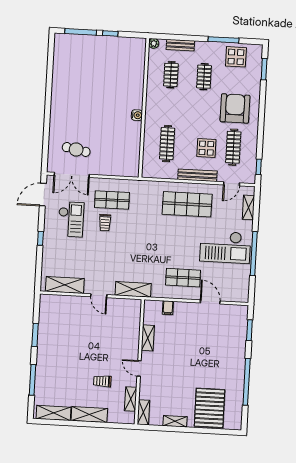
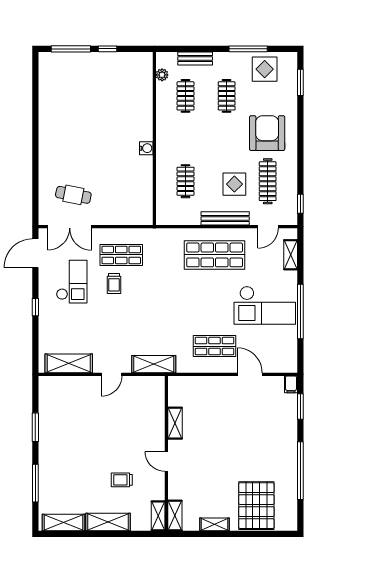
plant: (154, 43) -> (162, 75), moved
clothes rail: (167, 144) -> (186, 181), width x0.73
door: (99, 296) -> (112, 374), hinge flipped
filing cabinet: (168, 308) -> (291, 384), moved
shelving: (131, 399) -> (158, 516), moved

